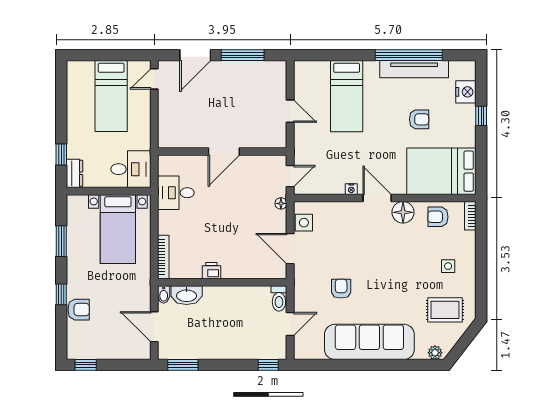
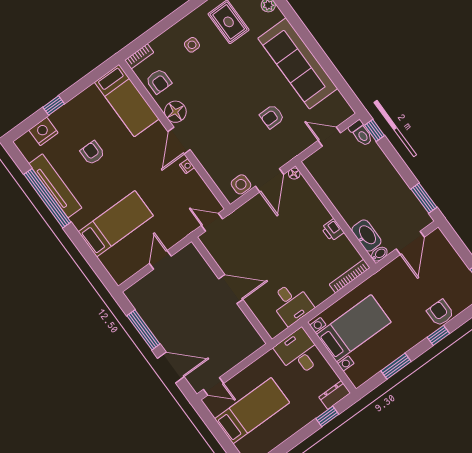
bed: (441, 171) -> (127, 101), width x0.67
floor lamp: (281, 203) -> (294, 173), moved
toilet: (279, 298) -> (361, 133), moved, turned 90

